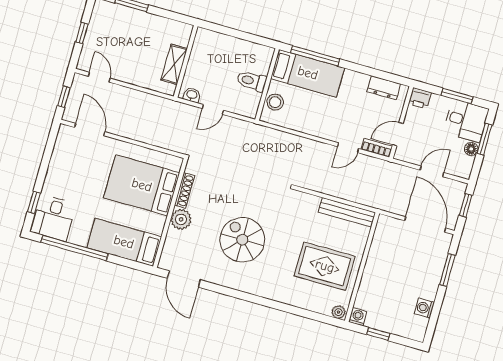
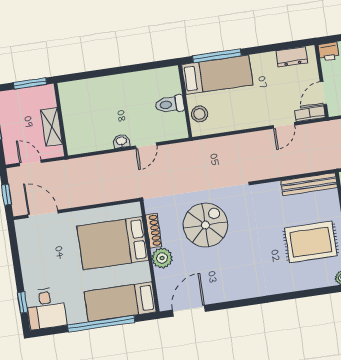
wall: (186, 61) -> (61, 120), moved
shelving: (174, 64) -> (52, 127), moved
spiral stairs: (242, 240) -> (206, 225), moved, turned 90
window: (74, 248) -> (101, 324), moved
door: (184, 279) -> (189, 311), swing flipped

